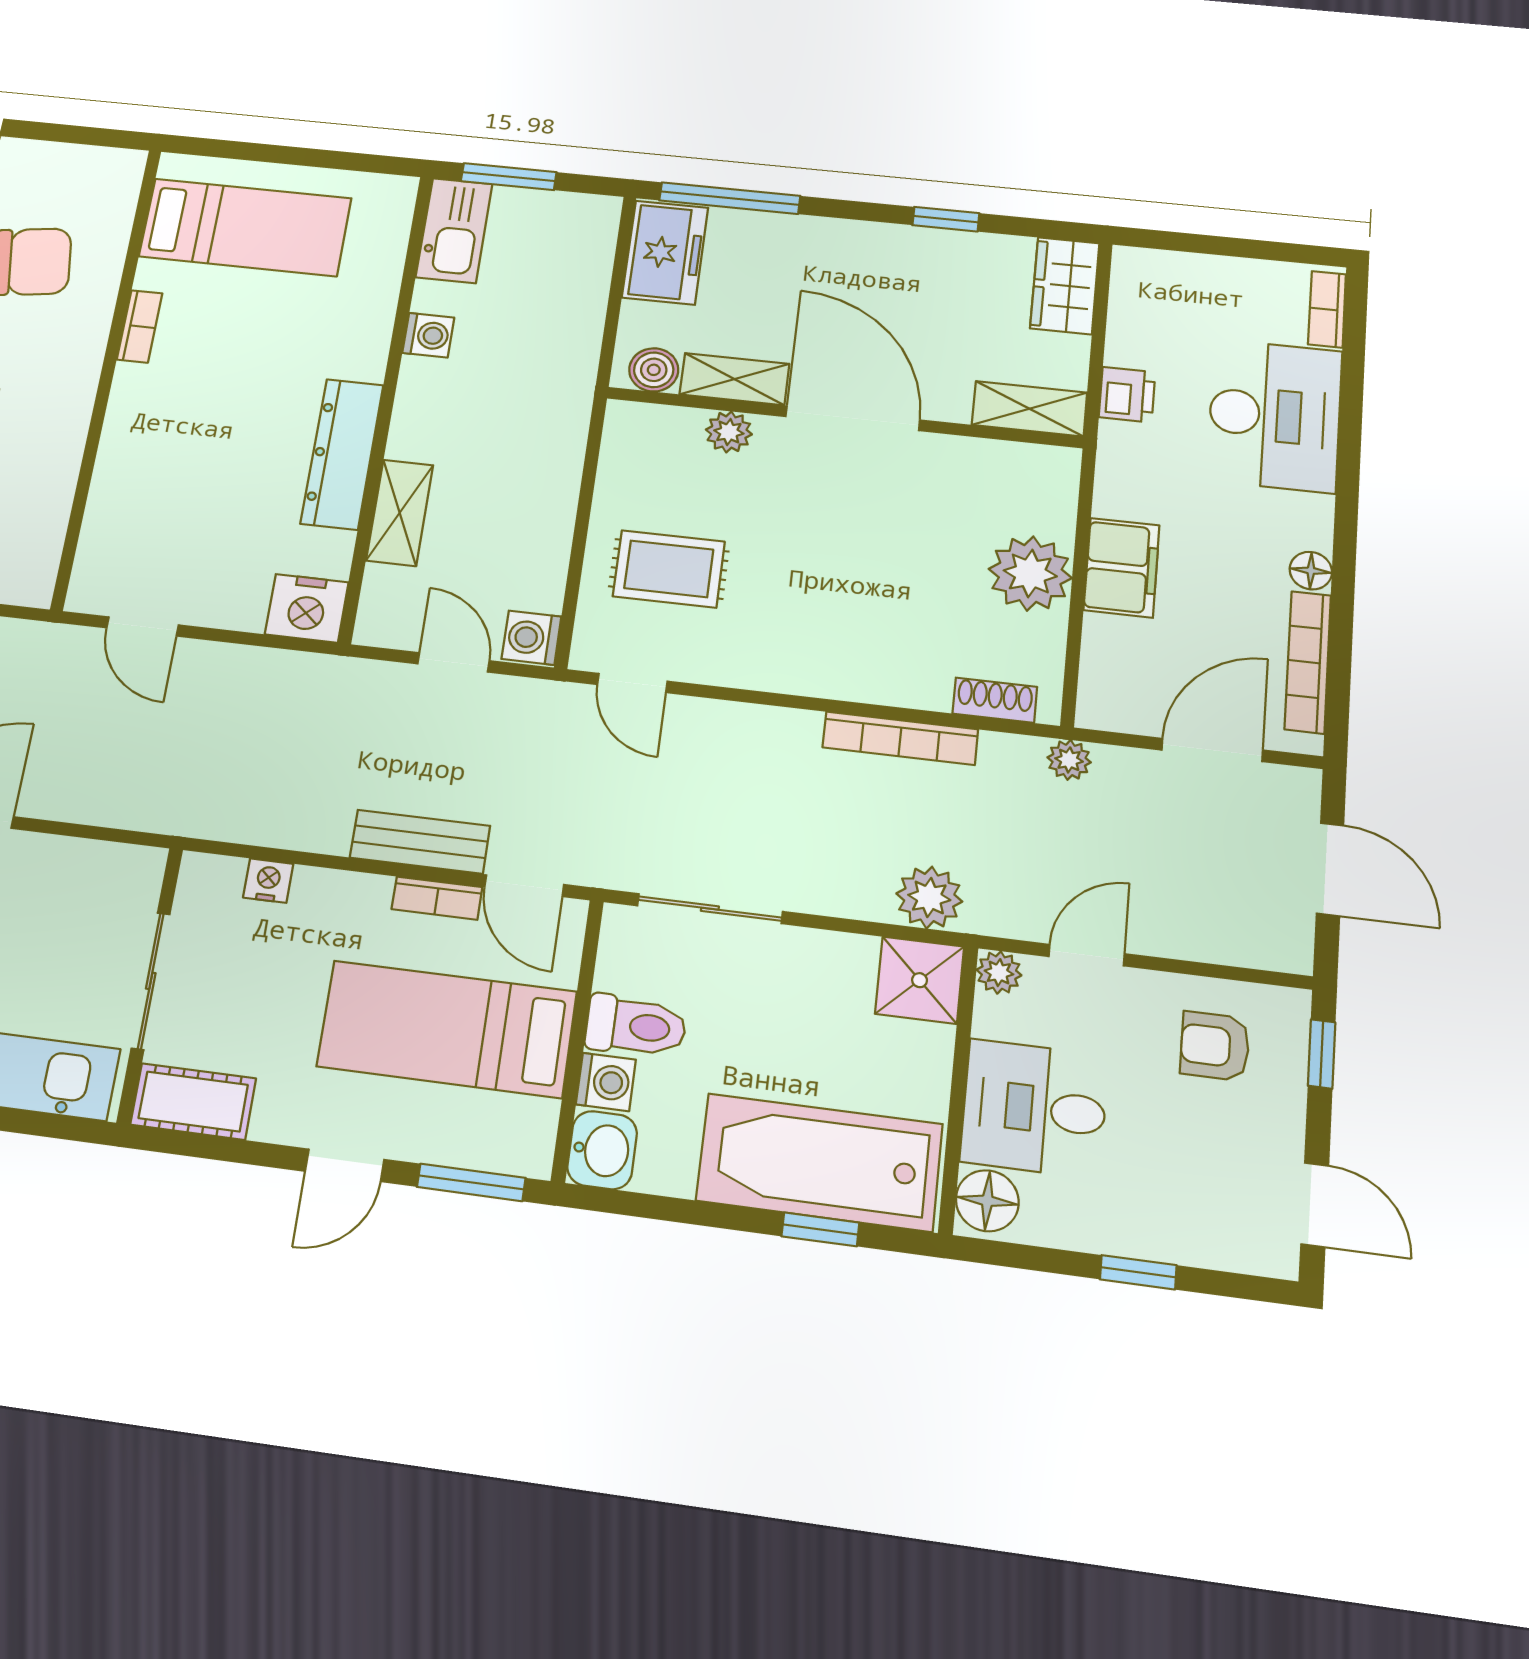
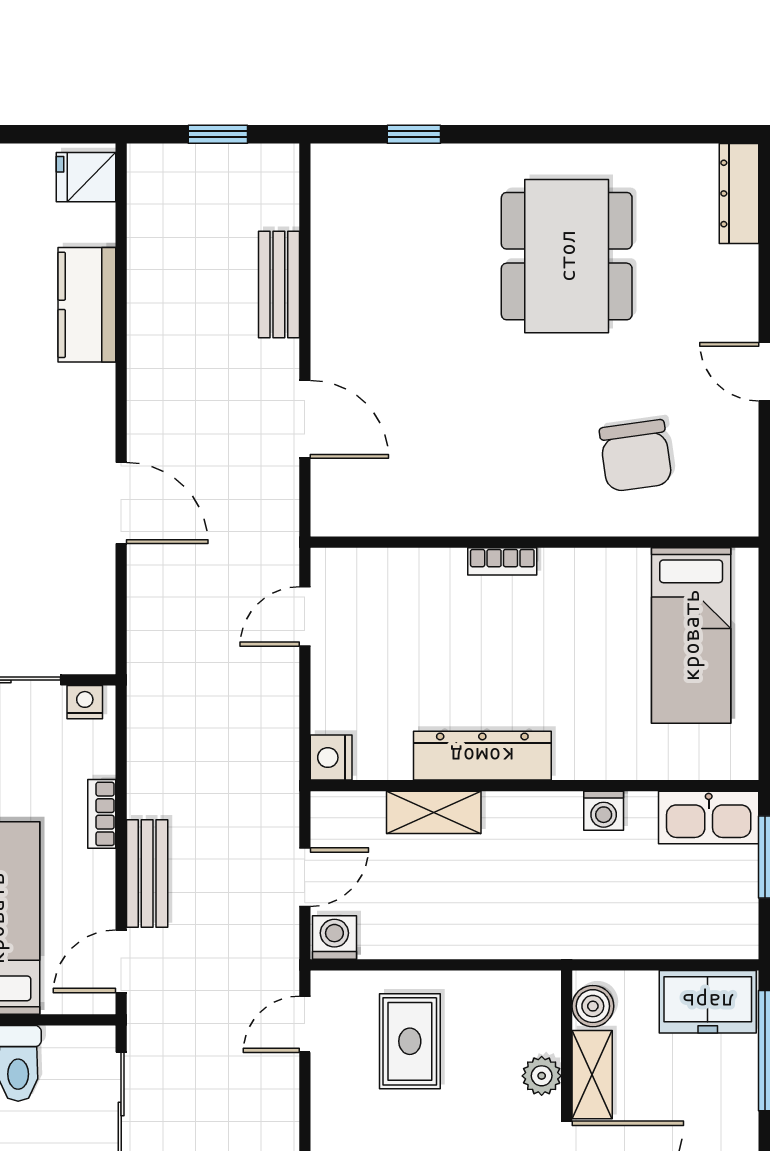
bookcase: (140, 326) -> (502, 561), moved
nightstand: (307, 608) -> (331, 758), width x0.74, depth x0.75
nightstand: (268, 881) -> (85, 702), moved, turned -90
bookcase: (437, 898) -> (102, 814), moved

